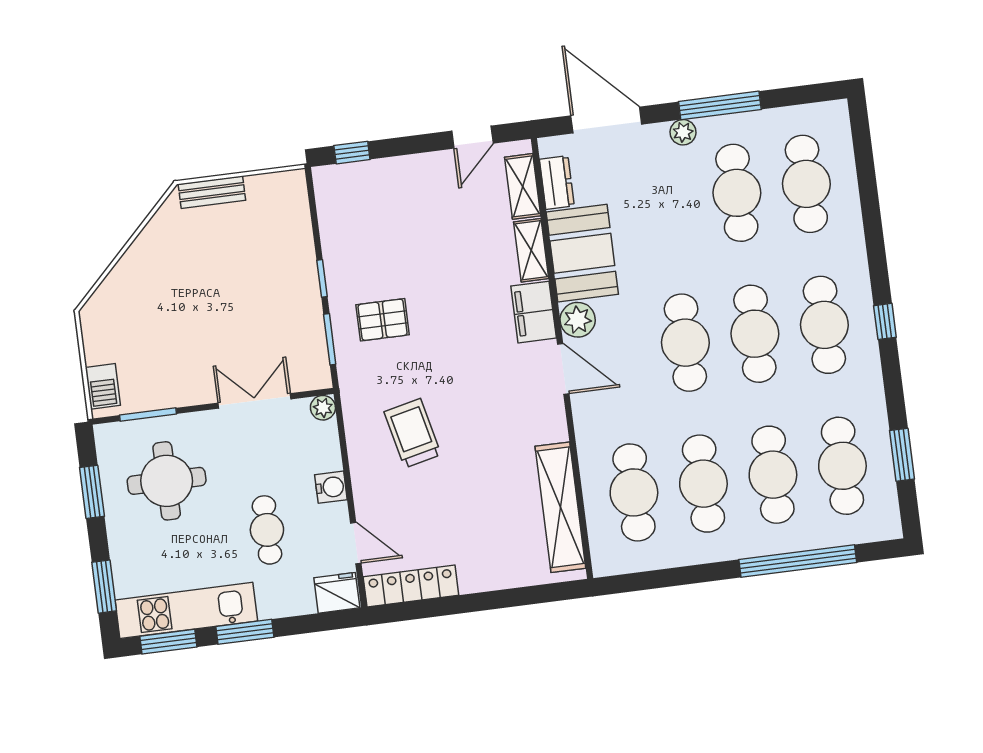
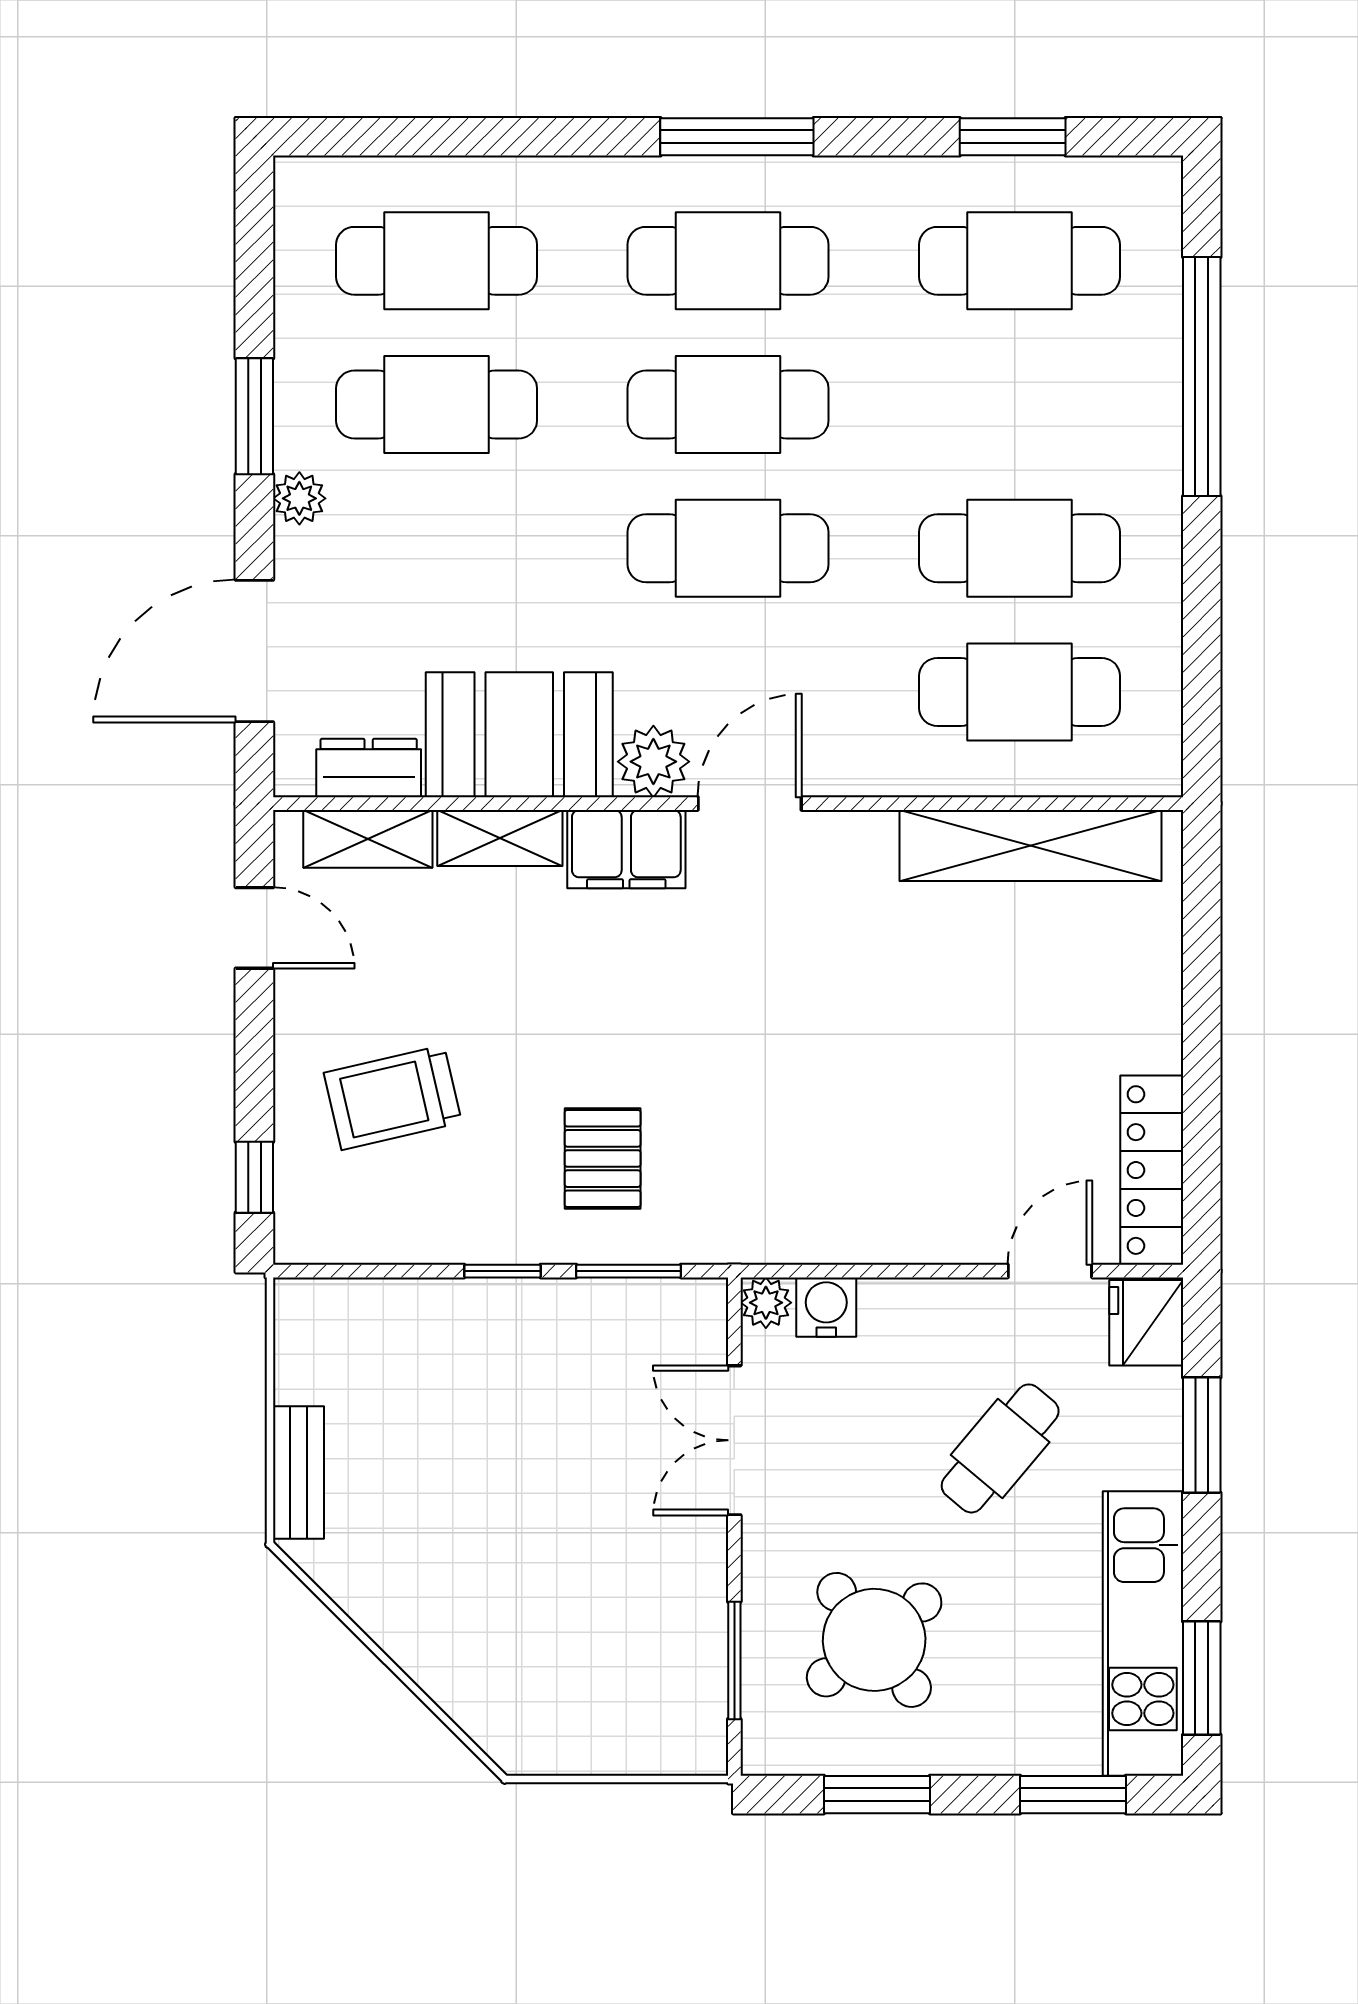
window: (720, 105) -> (254, 416), width x0.69
window: (885, 321) -> (737, 137), width x2.17
barbecue: (103, 386) -> (665, 1745), removed
trolley: (413, 433) -> (393, 1098), moved
cafe table: (773, 475) -> (1020, 405), removed
round table: (167, 481) -> (874, 1640), turned -38
water cooler: (331, 487) -> (826, 1307), moved
cafe table: (267, 530) -> (1000, 1448), turned -50
window: (245, 632) -> (1202, 1435), moved

